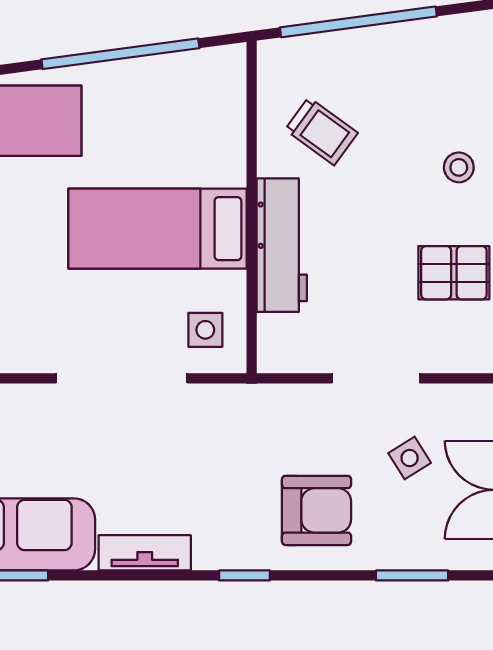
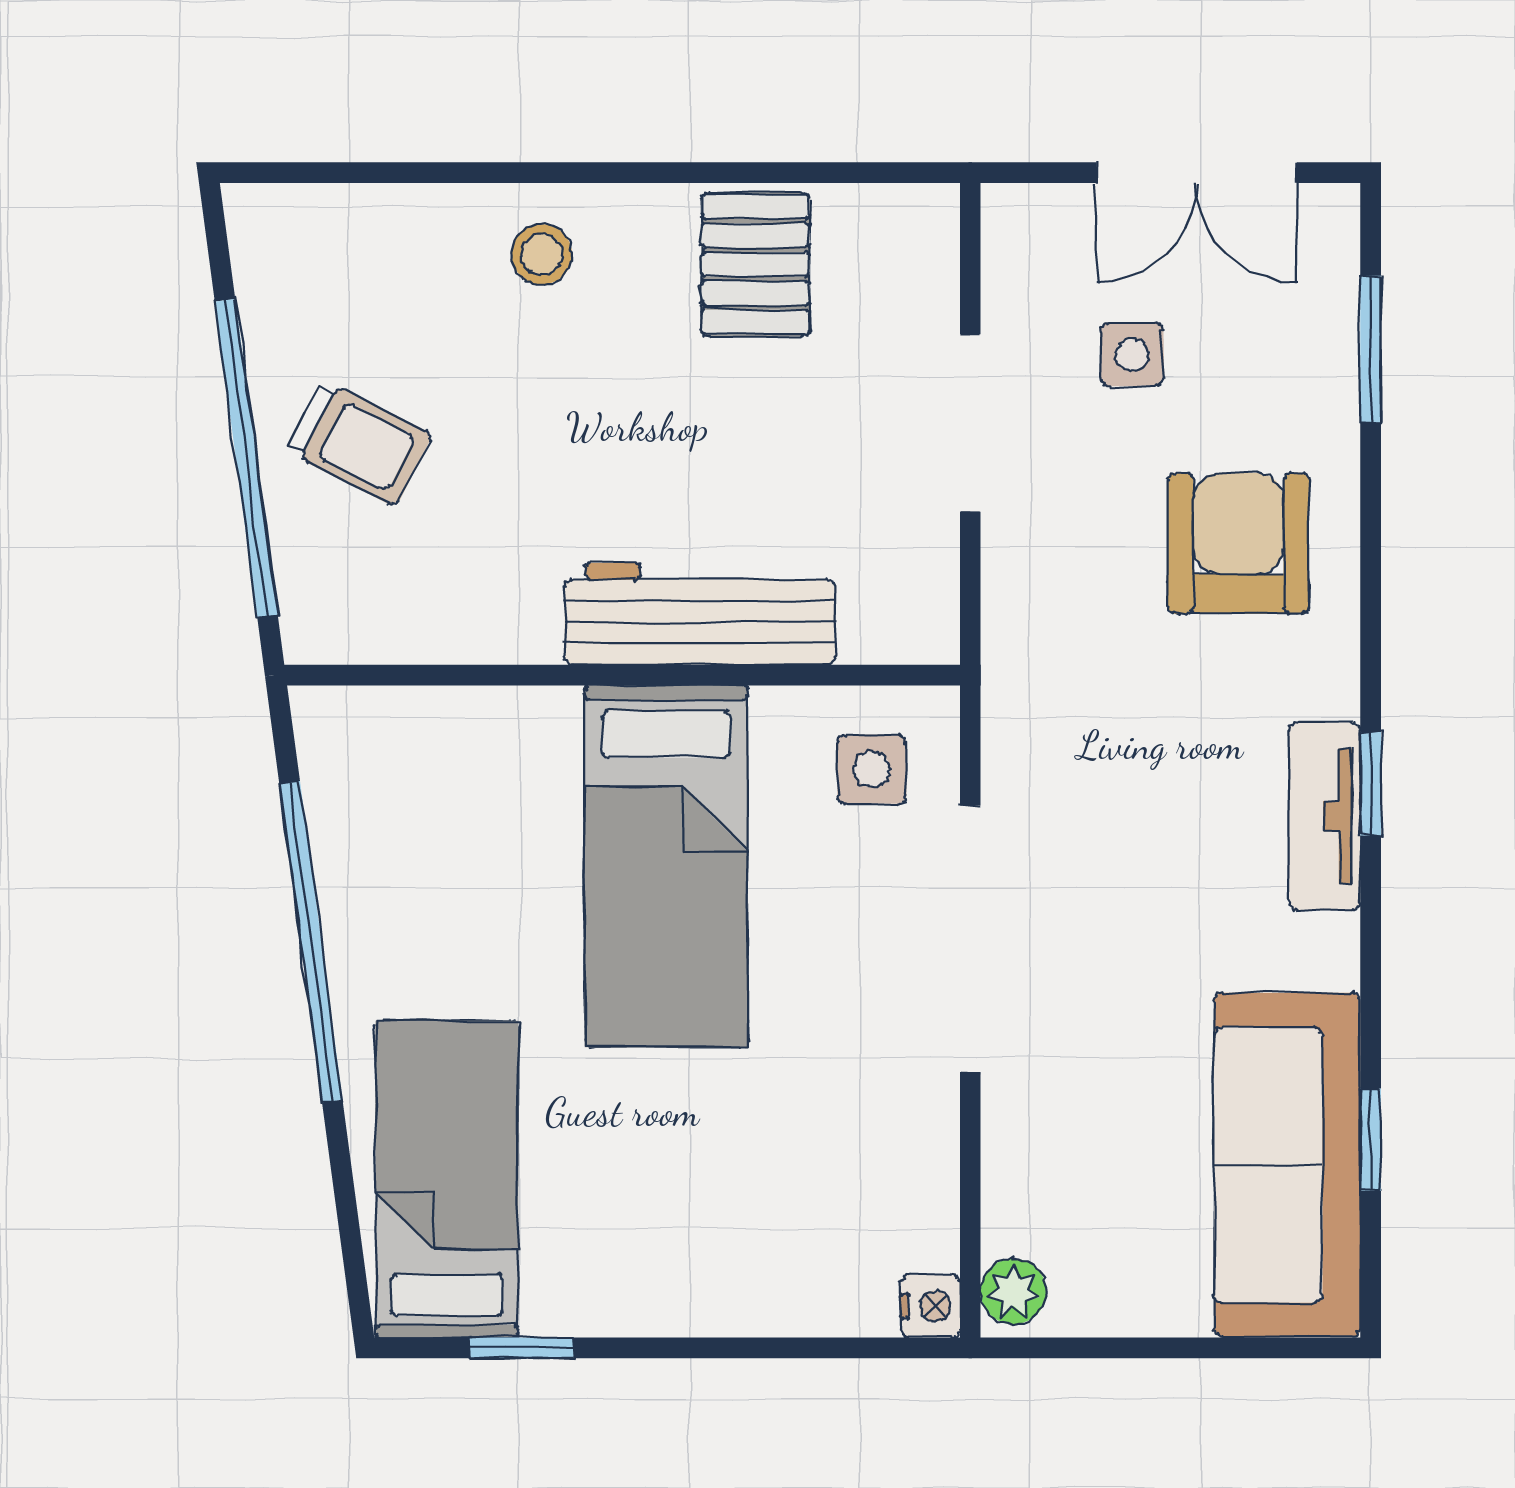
trolley: (321, 131) -> (359, 443), moved, turned 81
side table: (410, 458) -> (1132, 354), turned 31
tv unit: (145, 553) -> (1325, 816), moved
window: (245, 575) -> (1371, 784), moved

